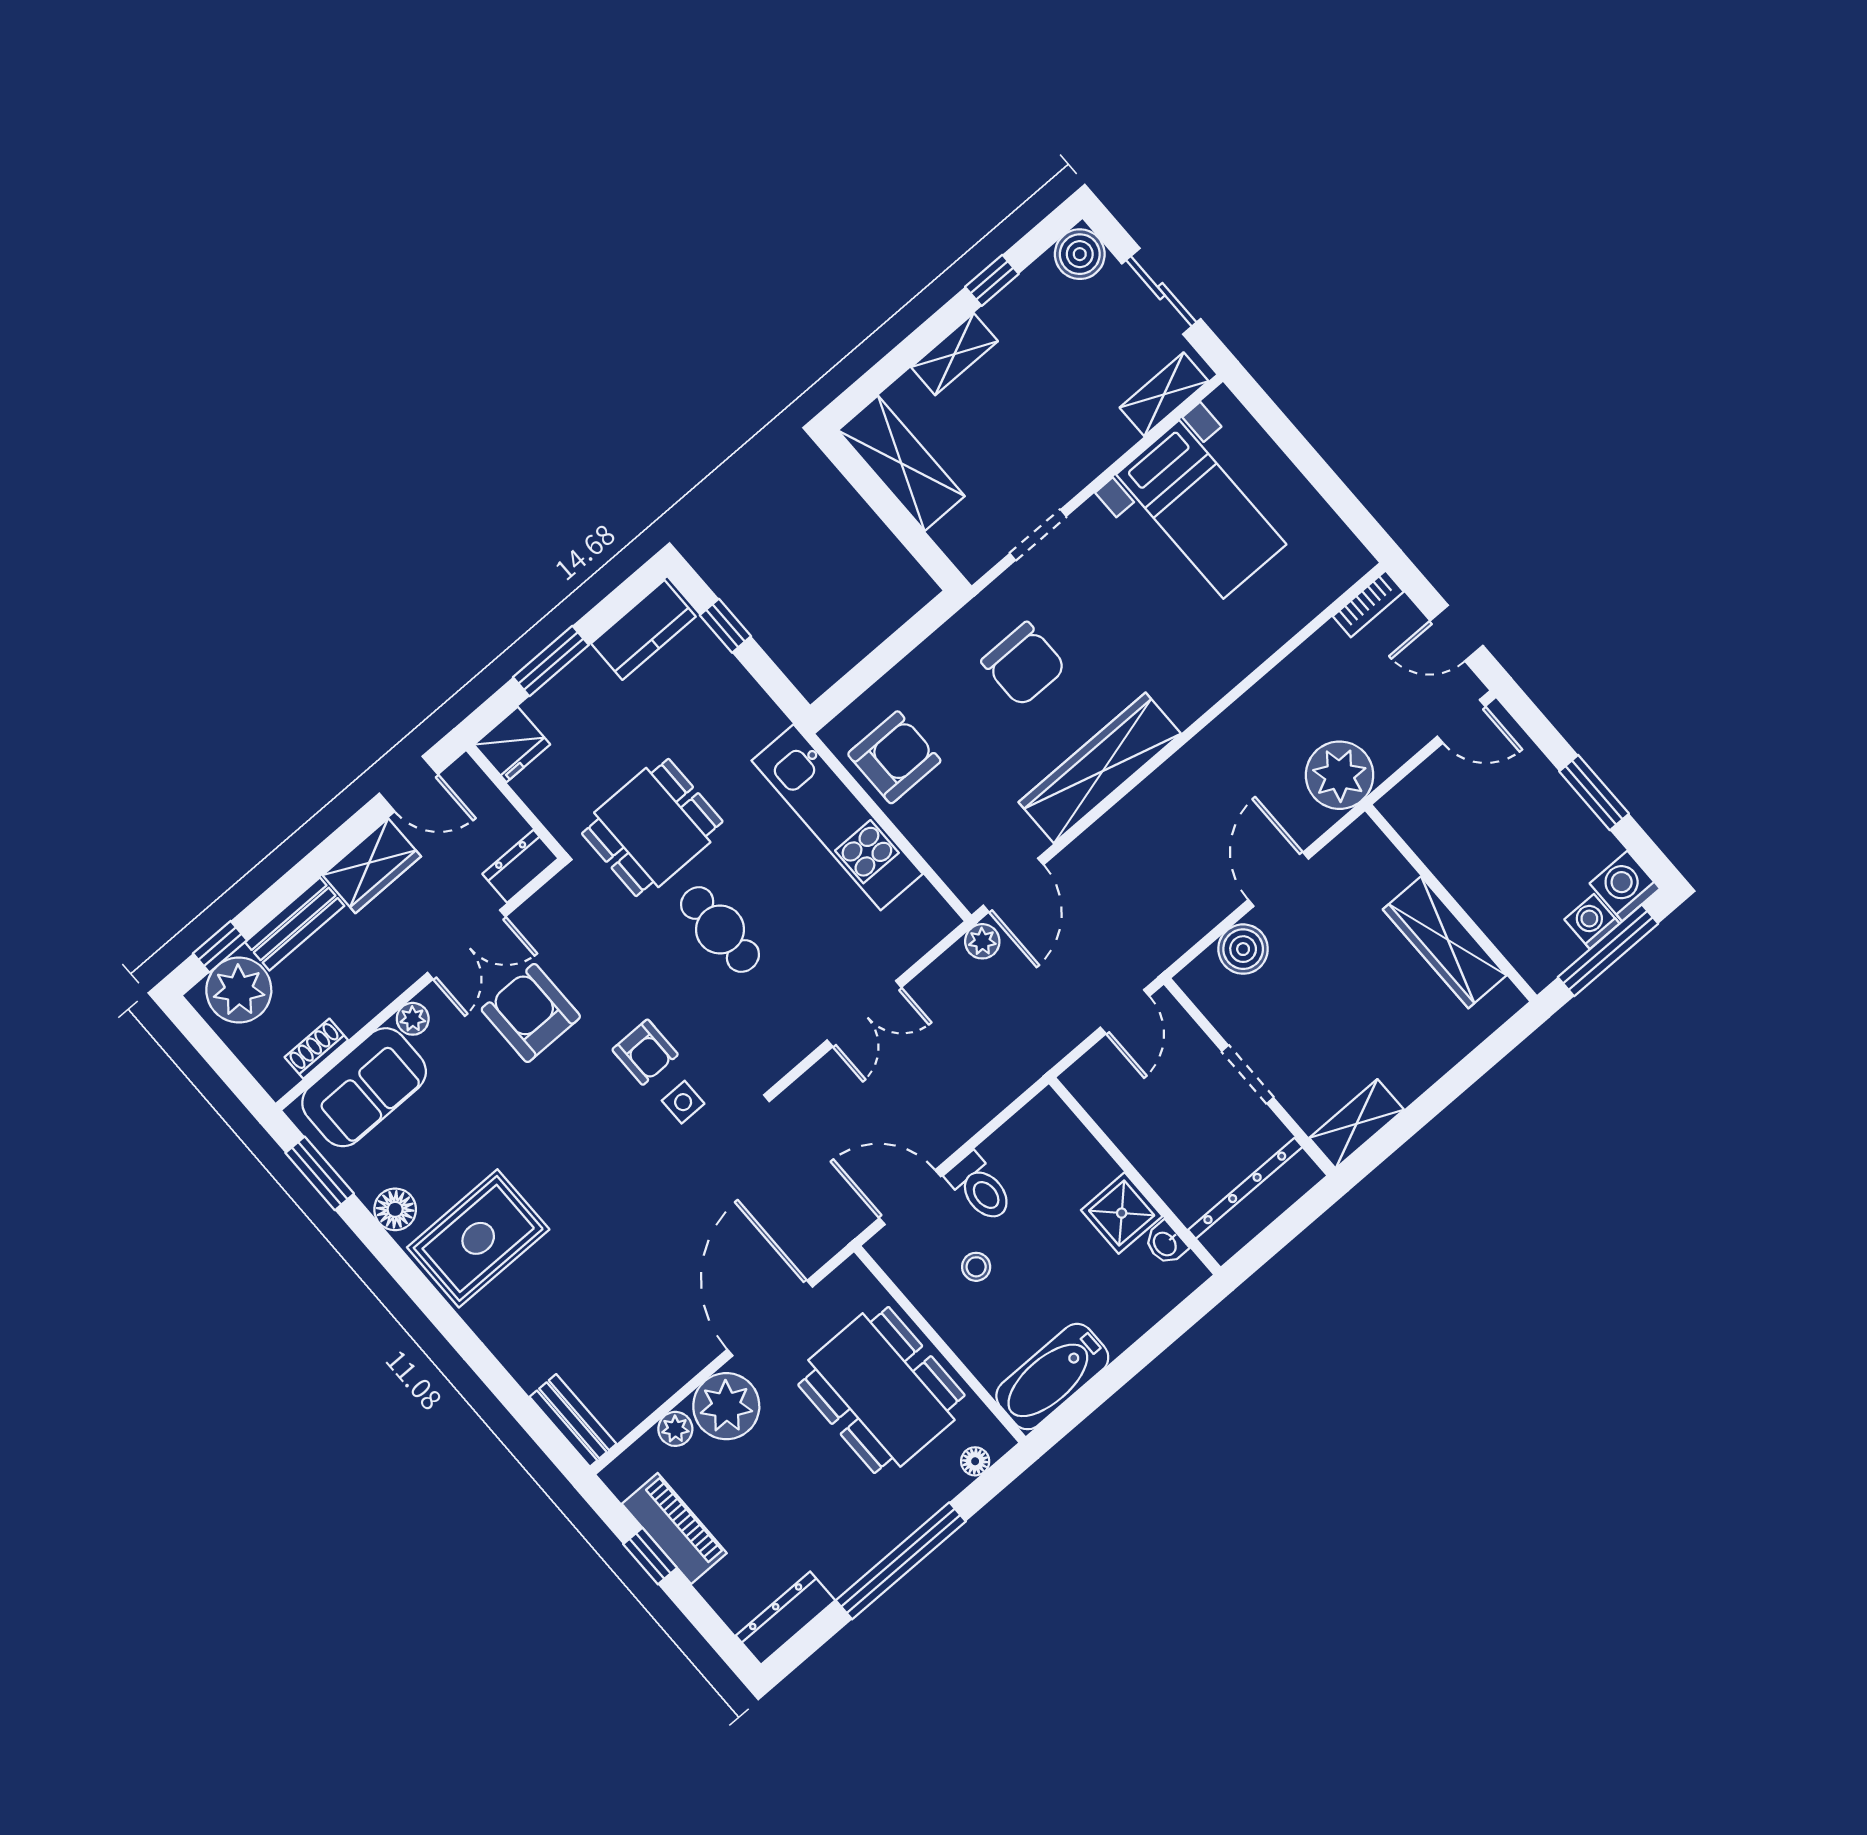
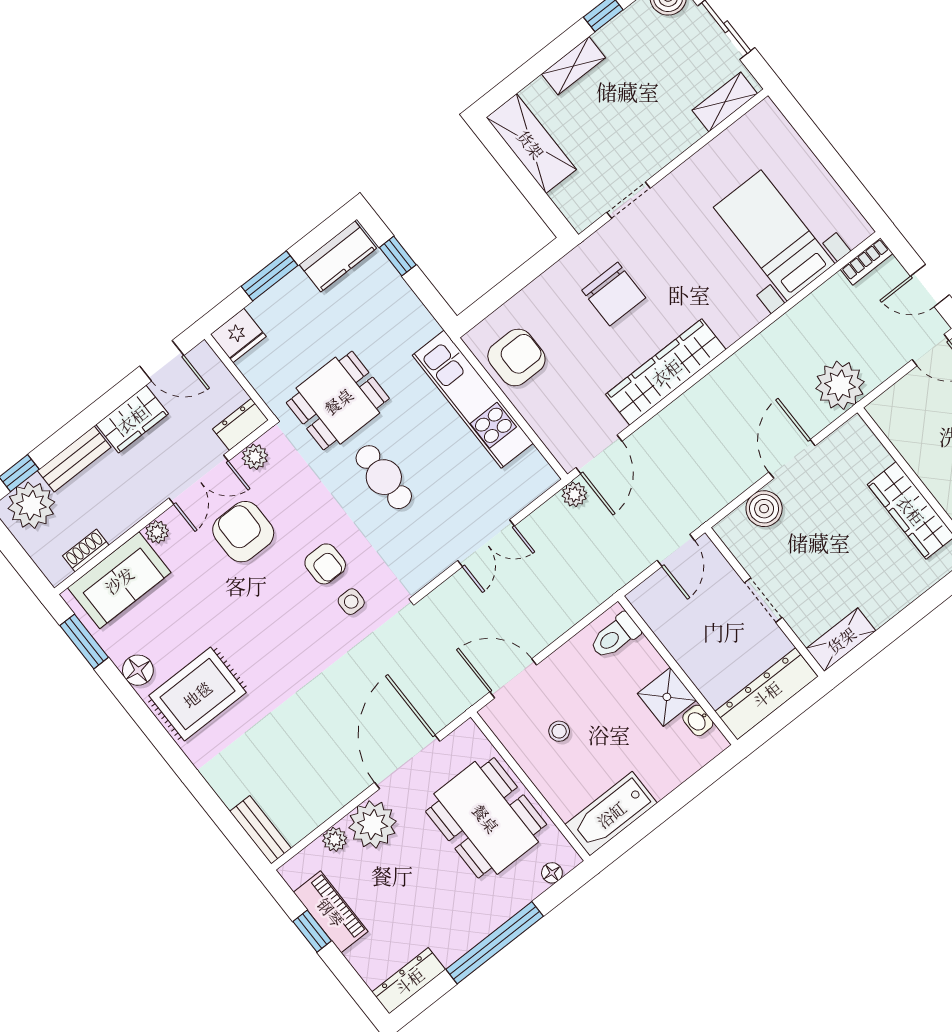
bed with nightstands: (1201, 509) -> (774, 235), moved, turned 180
plant: (542, 910) -> (255, 457), added
toilet: (980, 1188) -> (615, 636), moved, turned 90

